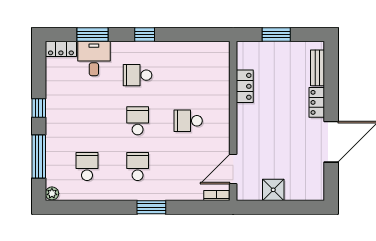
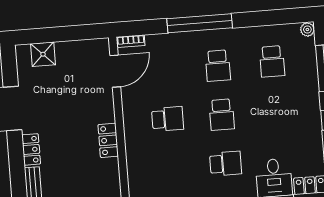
locker: (245, 86) -> (108, 140), moved
shower: (273, 190) -> (43, 54), moved
window: (151, 207) -> (200, 23), width x2.11

